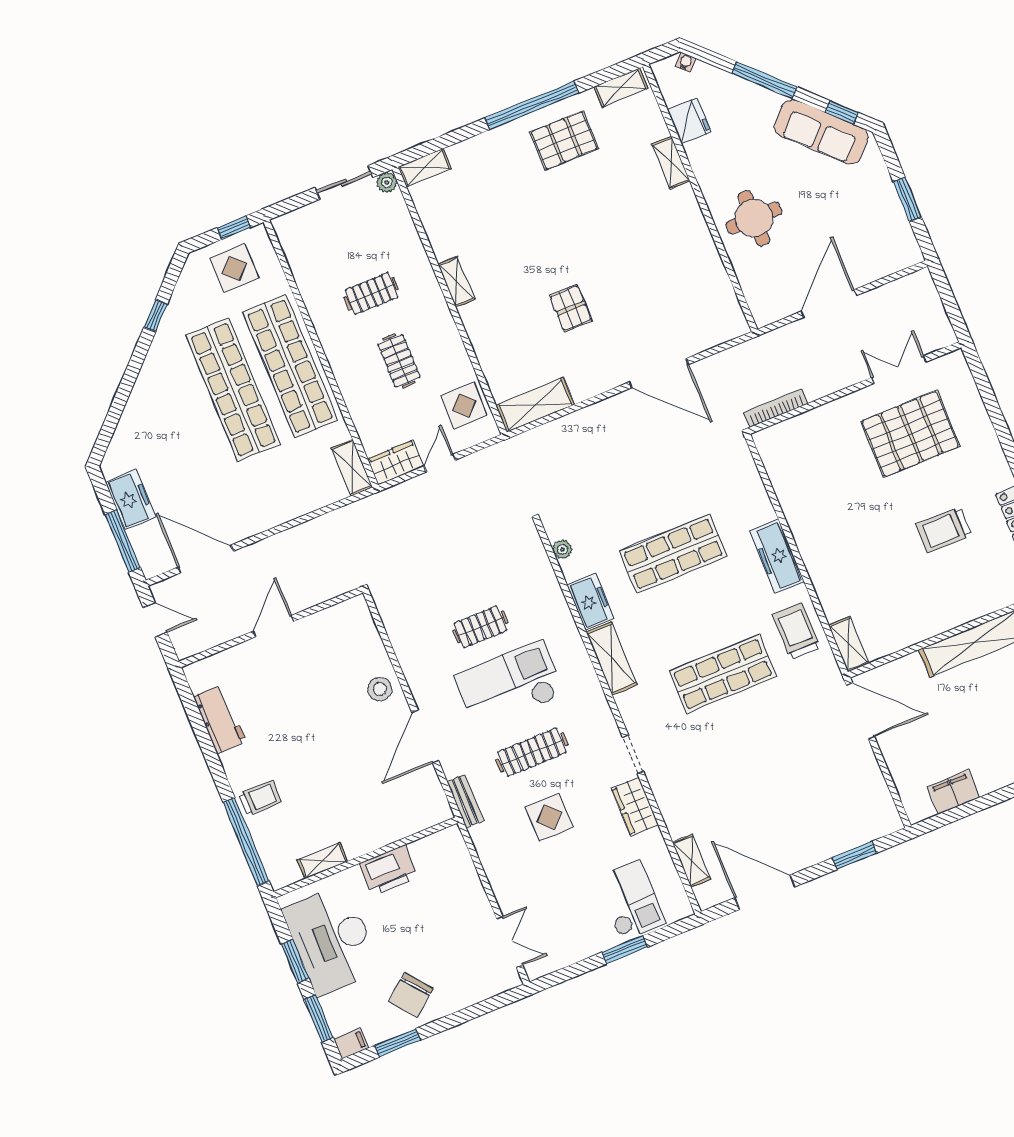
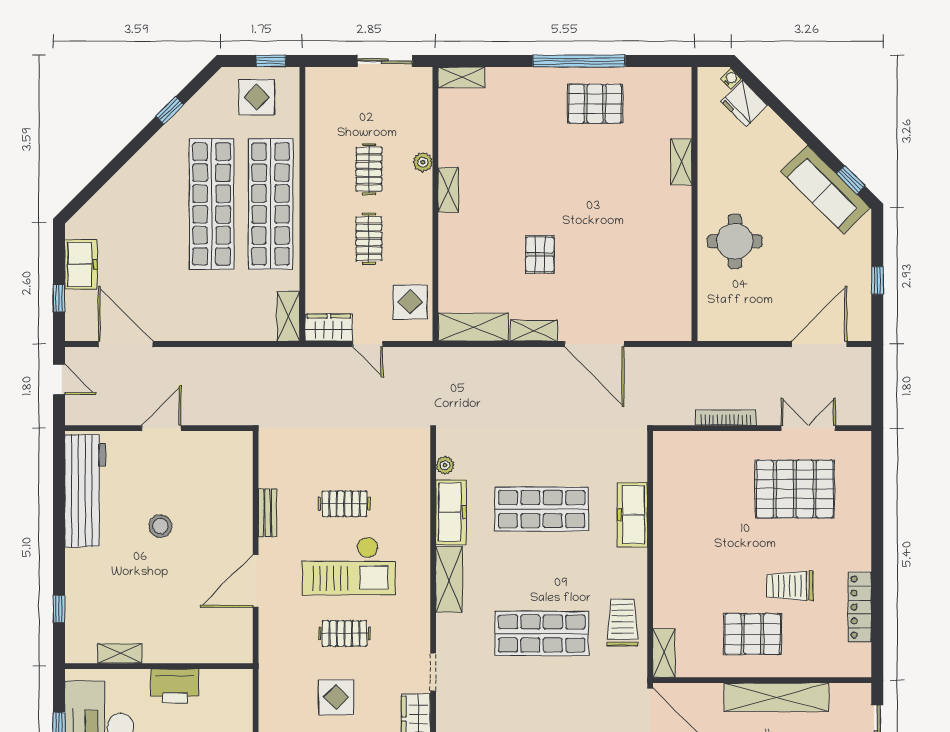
window: (765, 80) -> (794, 123), removed
shelving: (621, 87) -> (534, 331), moved
fridge: (689, 121) -> (744, 103), moved, turned 135
plant: (387, 182) -> (423, 162), moved
window: (907, 199) -> (877, 280), width x0.67
clothes rail: (371, 294) -> (369, 169), turned 90
door: (829, 303) -> (819, 344), moved
bookcase: (776, 408) -> (726, 418), moved
door: (440, 463) -> (368, 344), swing flipped
window: (123, 541) -> (59, 298), width x0.46
freezer: (777, 556) -> (632, 515), moved
pallet: (927, 591) -> (752, 634), added
freezer: (591, 602) -> (451, 512), width x1.40
checkout: (509, 685) -> (349, 566), turned 180
stool: (380, 689) -> (160, 526), moved
workbench: (220, 719) -> (85, 491), width x1.88, depth x1.32
clothes rail: (532, 752) -> (344, 633), width x0.73
trolley: (260, 798) -> (88, 575), removed
bench: (465, 801) -> (268, 513), moved
window: (246, 842) -> (59, 609), width x0.32

